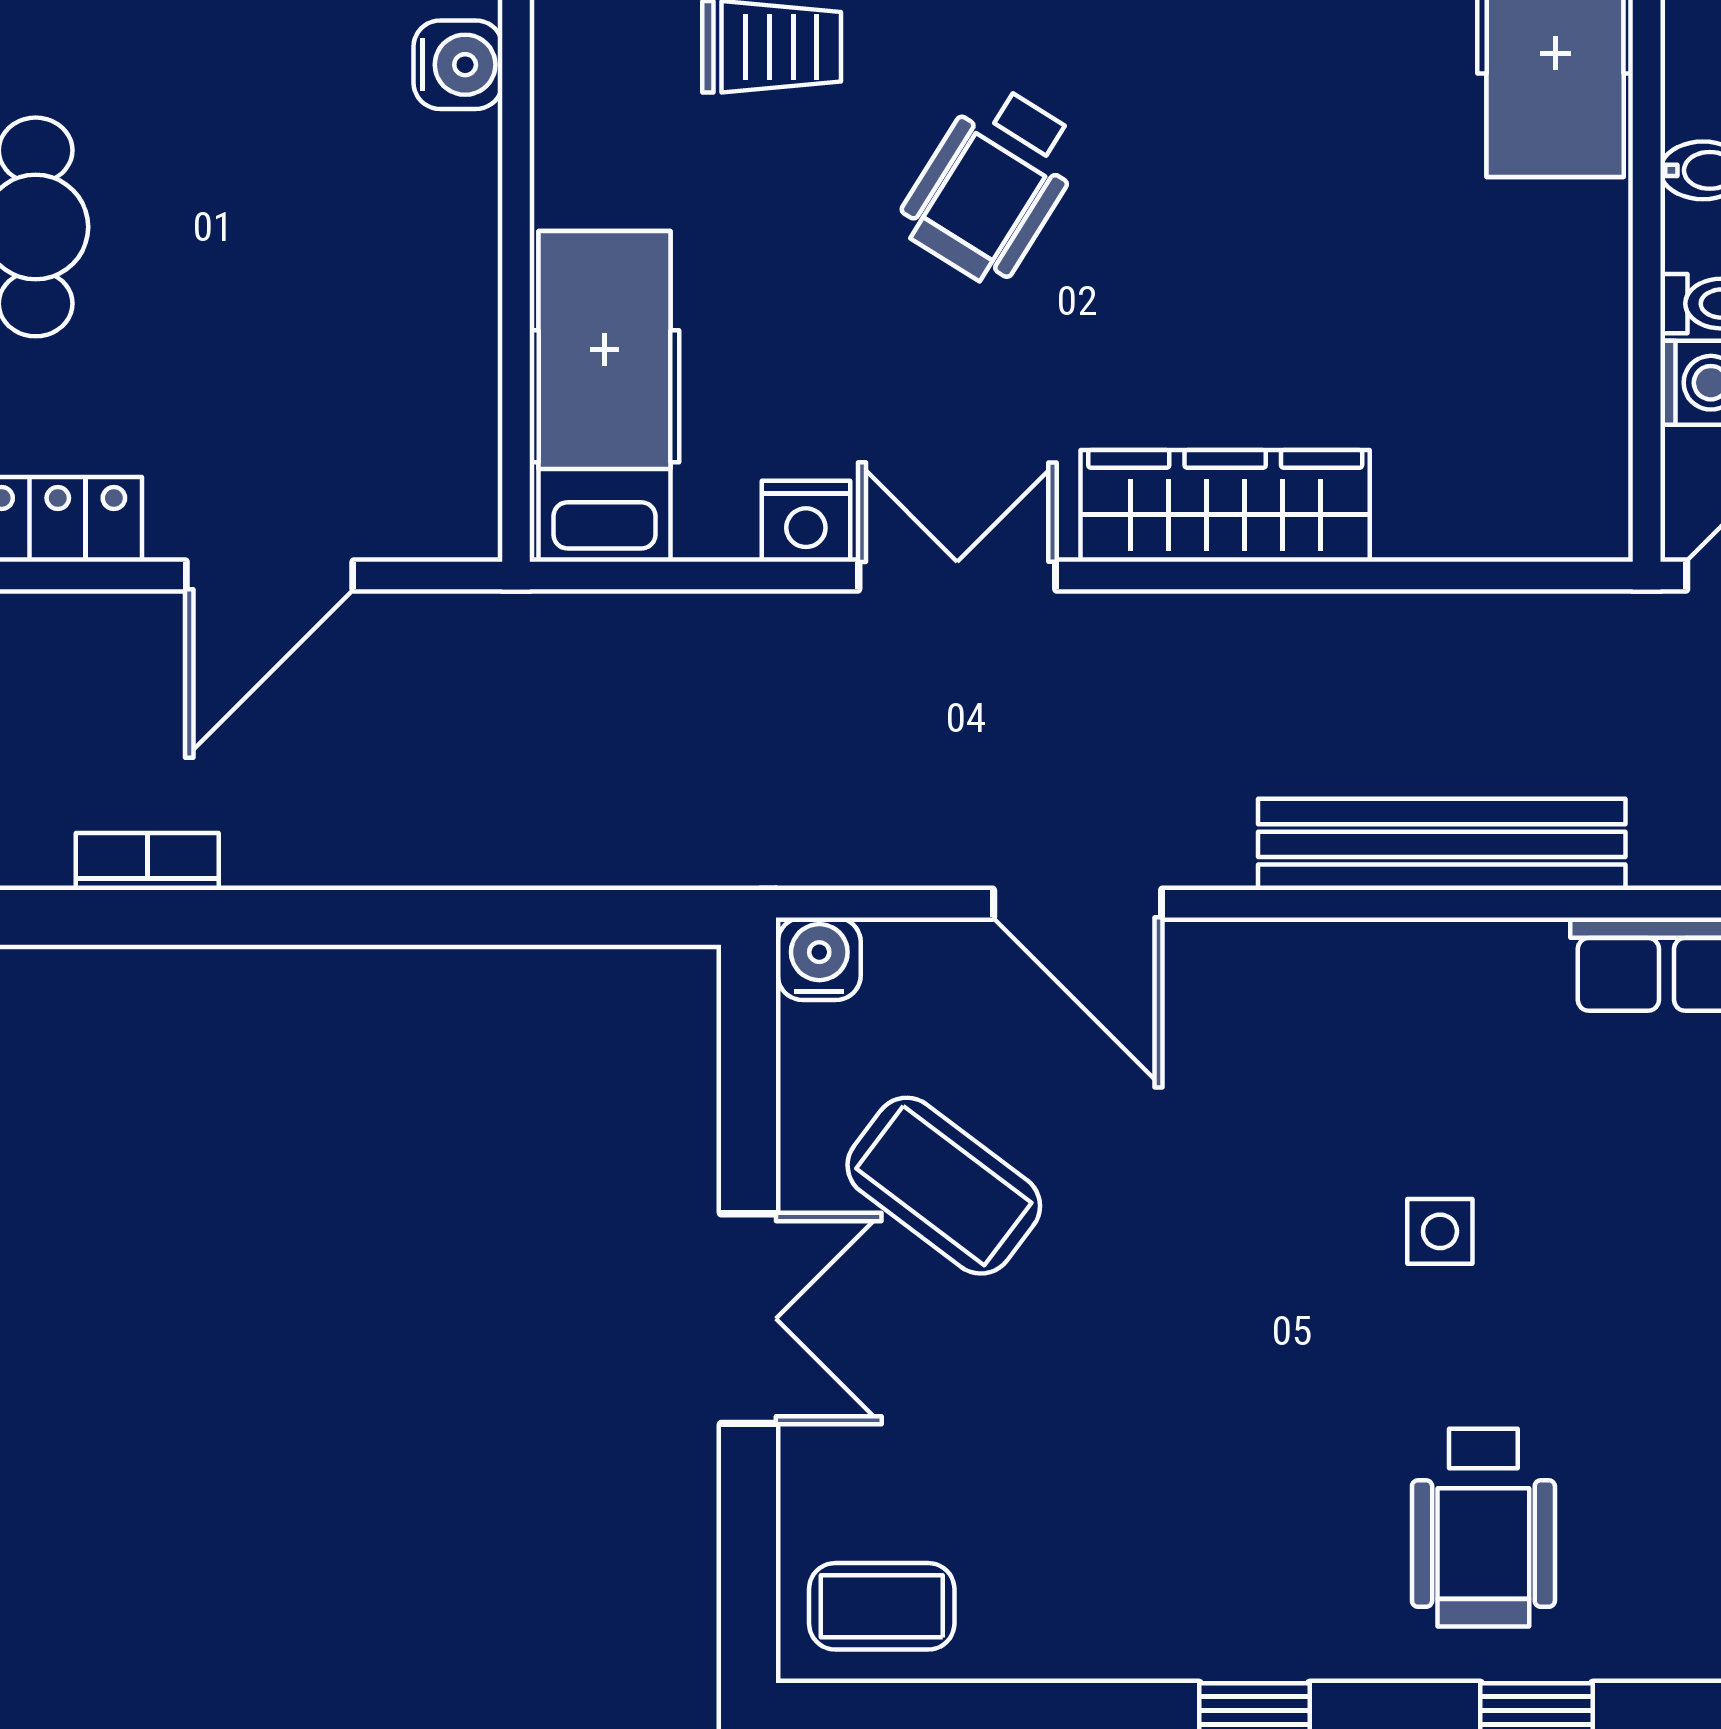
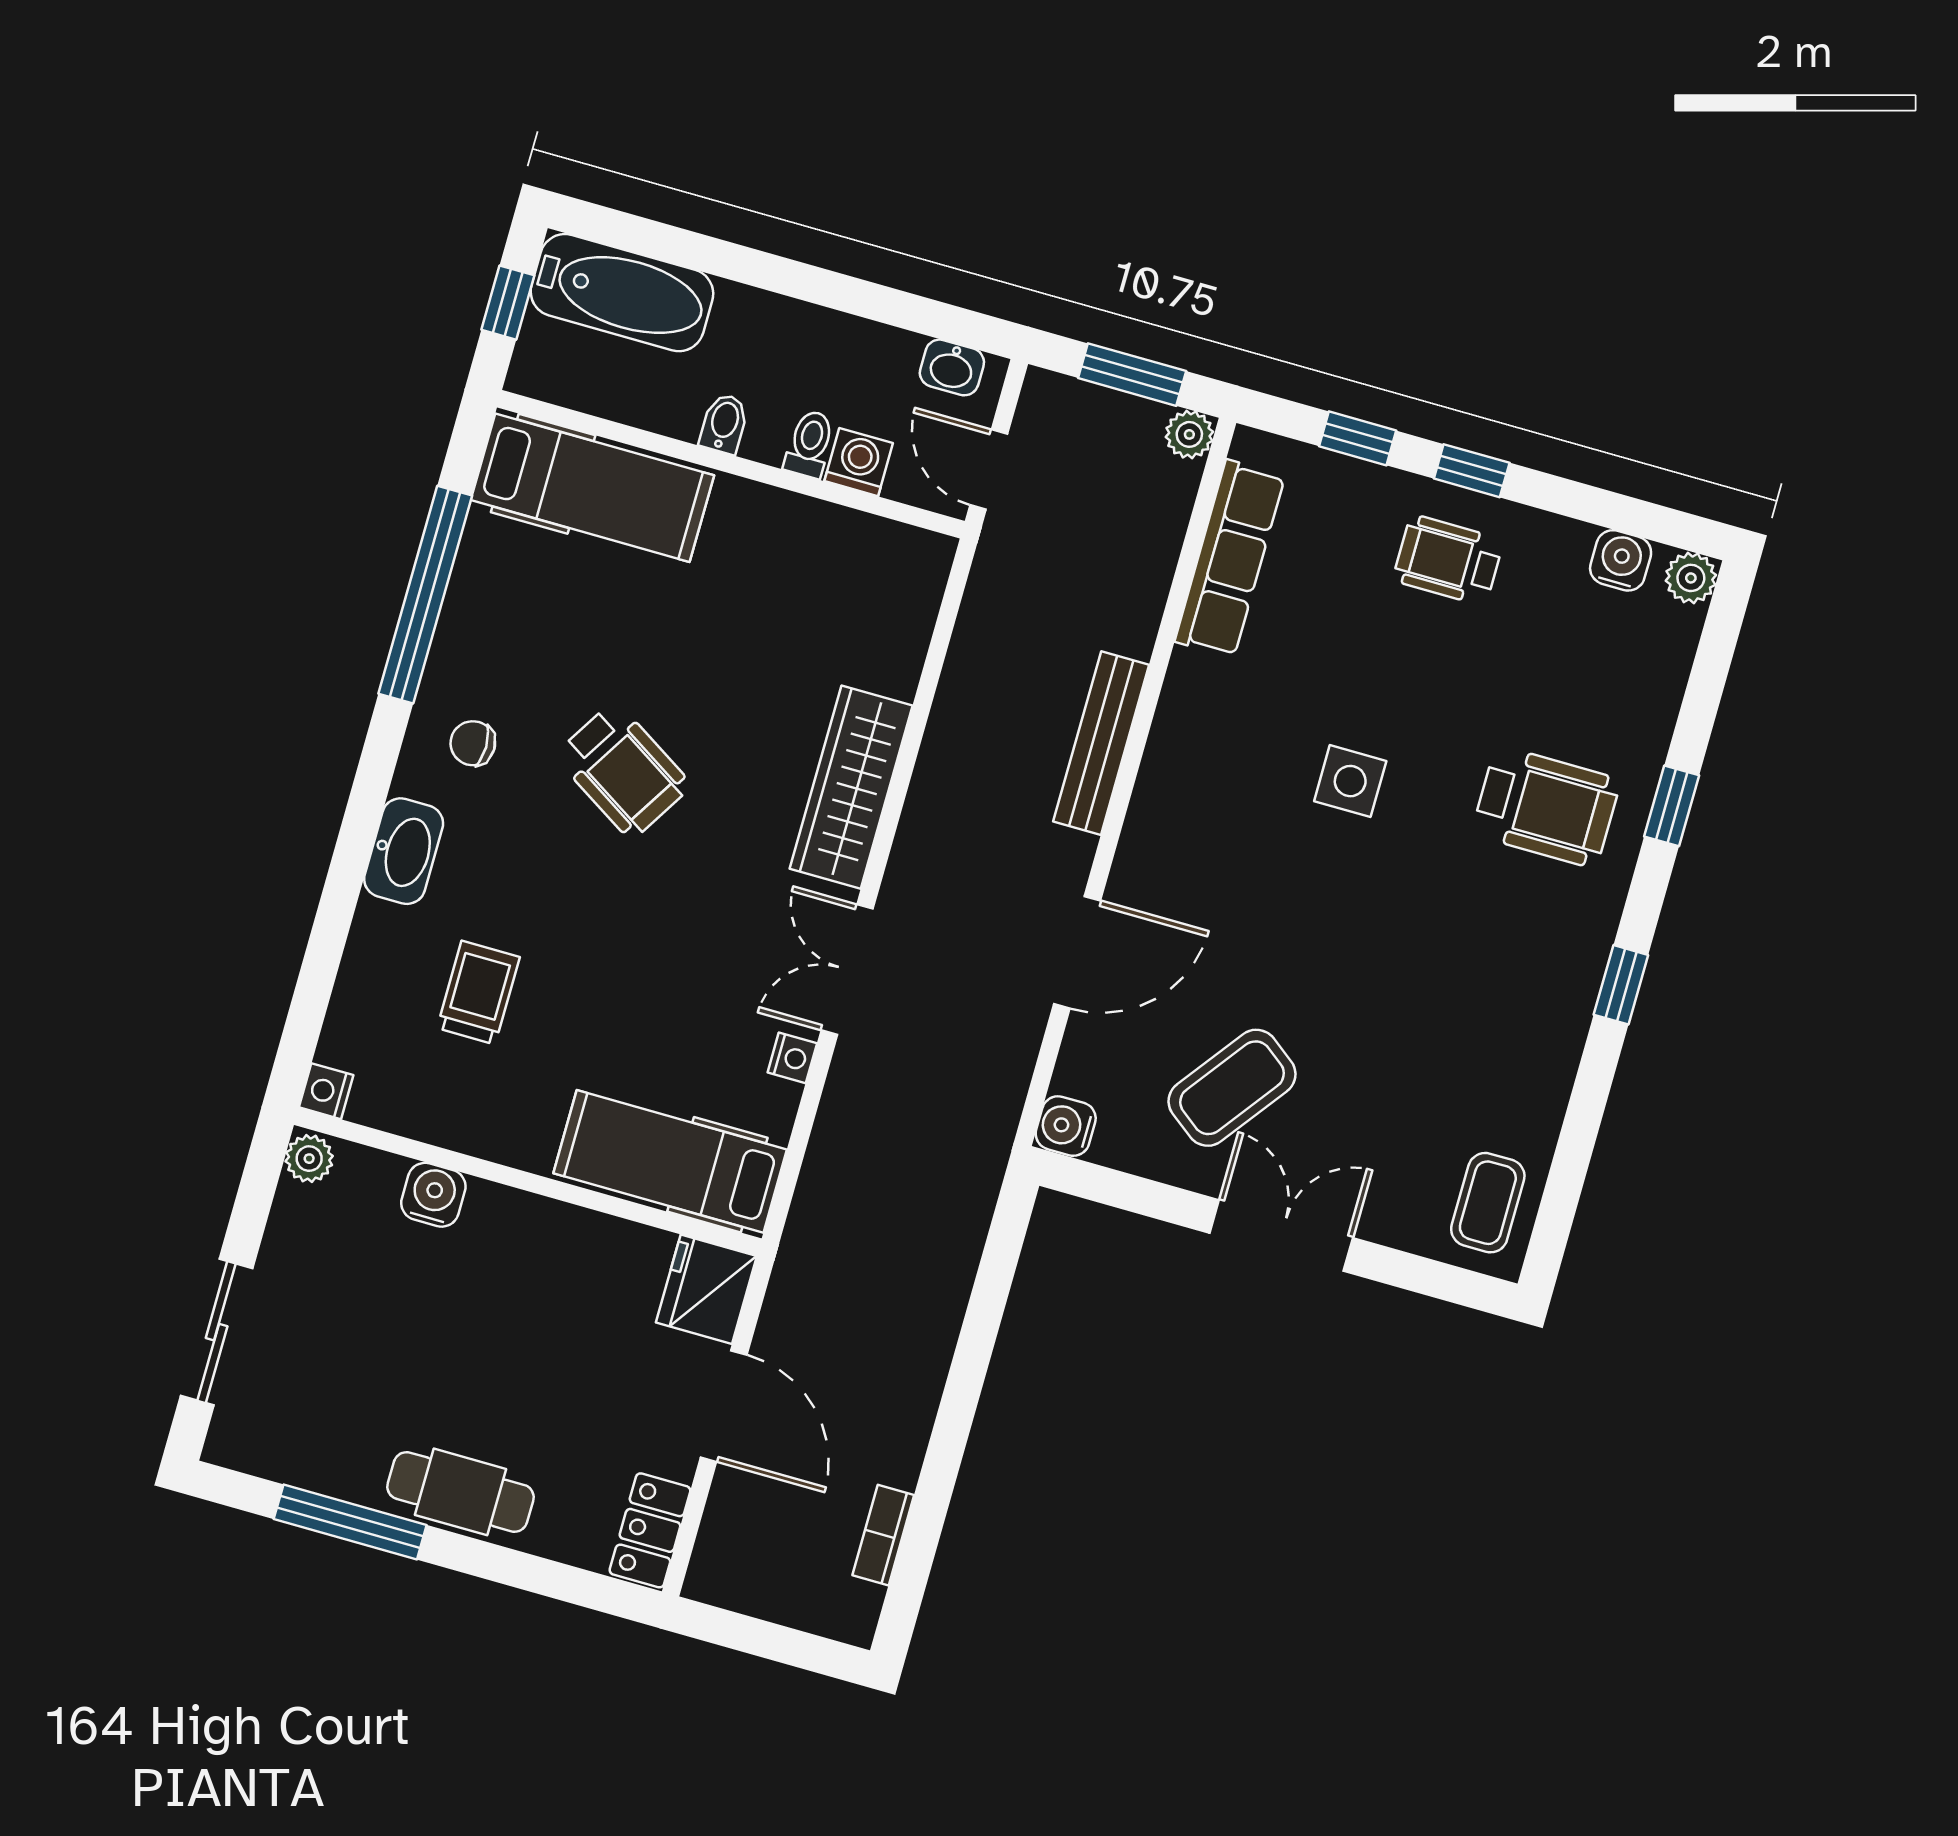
wheelchair: (992, 185) -> (623, 770), moved
fridge: (433, 502) -> (706, 1289), added
nightstand: (806, 521) -> (792, 1058), width x0.72, depth x0.74
bench: (1442, 844) -> (1101, 743), width x0.73, depth x0.82
side table: (1440, 1231) -> (1350, 781), width x1.37, depth x1.37

